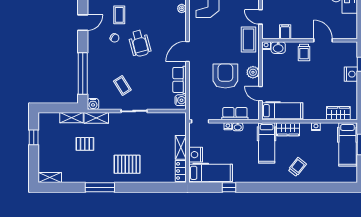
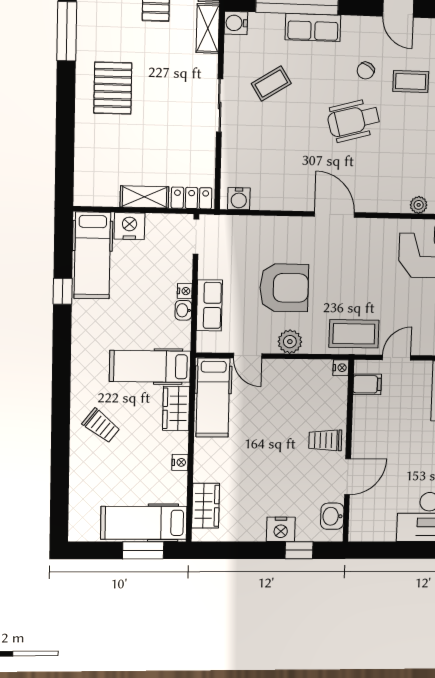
filing cabinet: (285, 32) -> (367, 384), moved
washbasin: (278, 48) -> (332, 516), moved
row of seats: (180, 80) -> (313, 27), moved, turned 180
door: (261, 94) -> (248, 356), swing flipped
locker: (181, 171) -> (191, 198), moved

